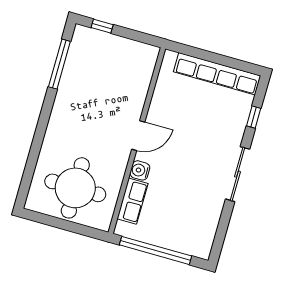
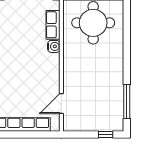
door: (138, 136) -> (61, 104), moved

